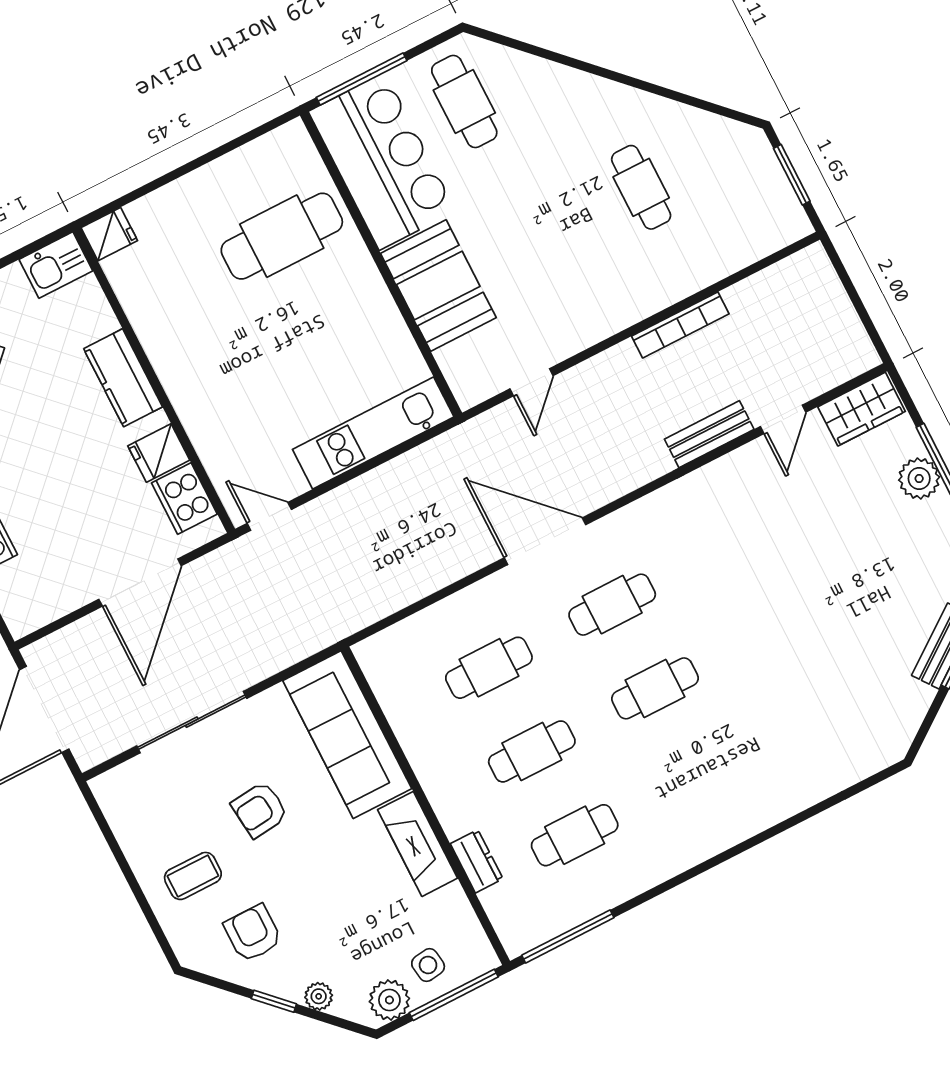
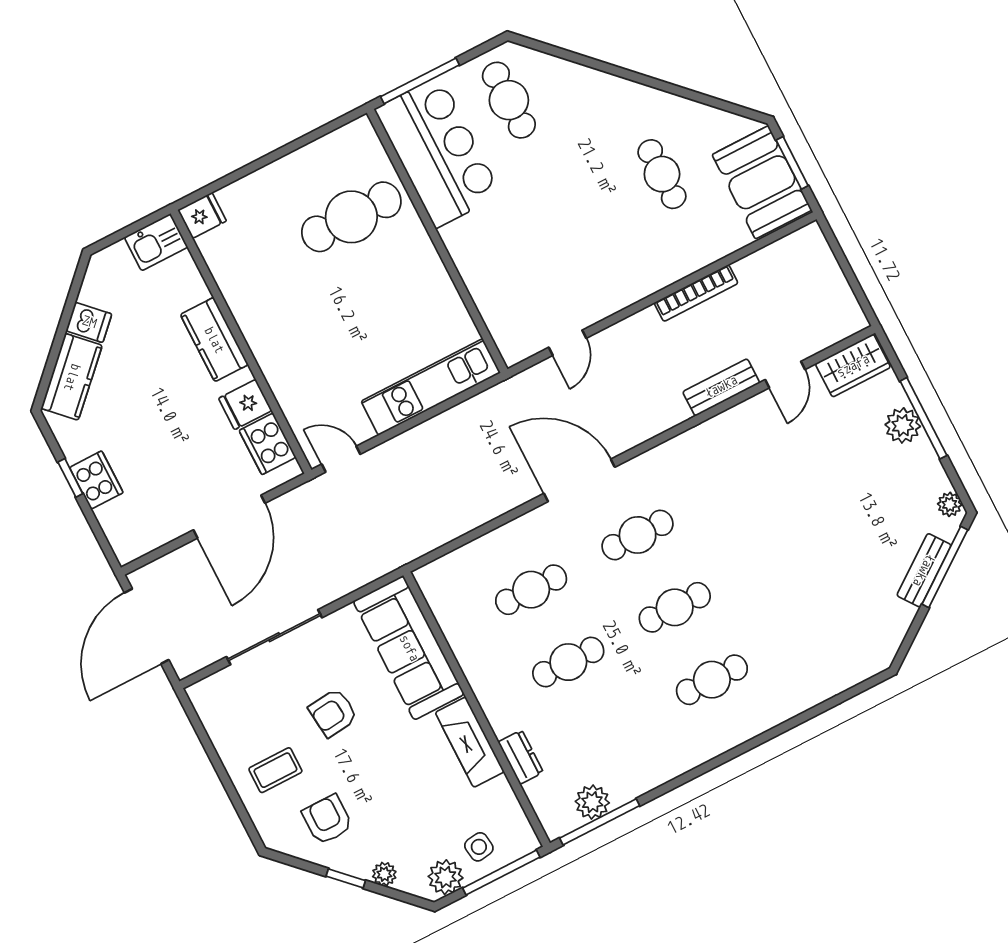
booth: (438, 286) -> (762, 182), moved
cafe table: (575, 835) -> (712, 680), moved
plant: (559, 913) -> (592, 802), added

